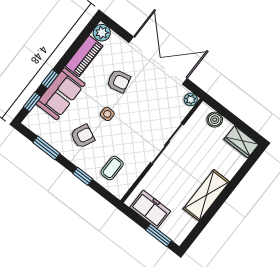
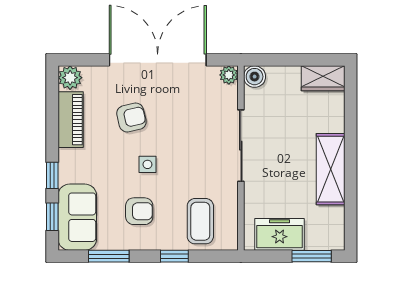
sofa: (61, 94) -> (77, 217), moved
boiler: (215, 120) -> (255, 77), moved
armchair: (83, 136) -> (139, 211), turned 65
coffee table: (112, 168) -> (200, 221), width x1.36, depth x1.30

